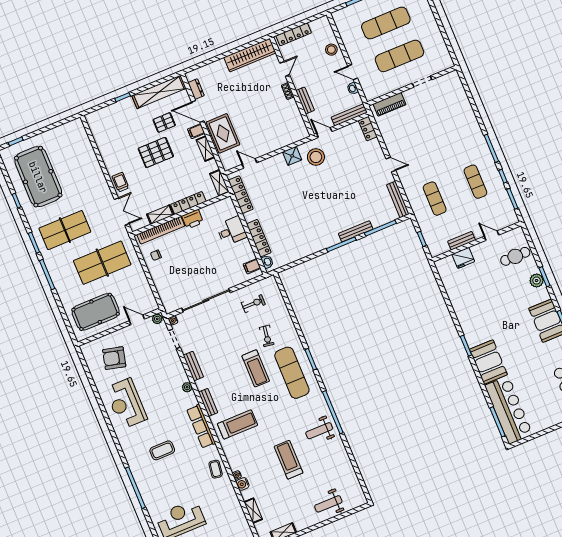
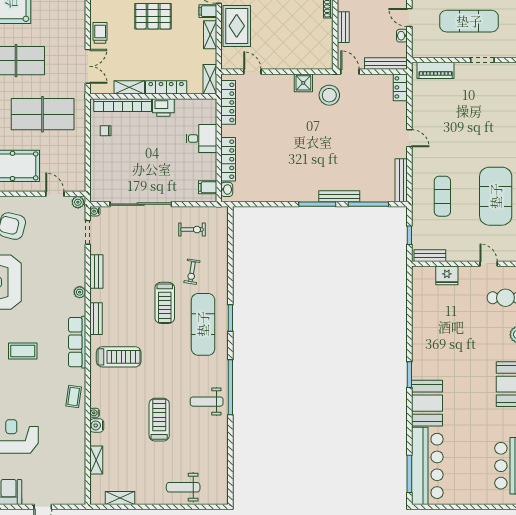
exercise mat: (475, 182) -> (496, 196), width x2.00, depth x1.45
bench: (461, 241) -> (430, 256), moved

